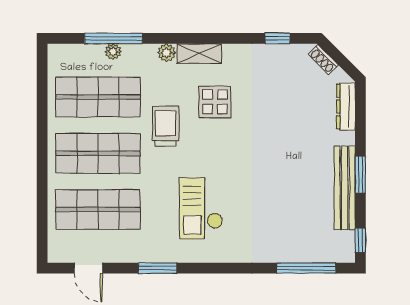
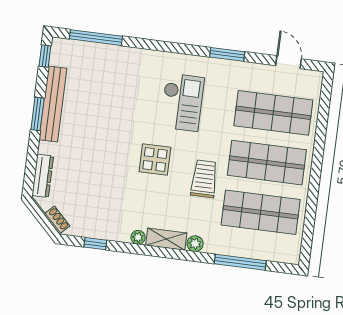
plant: (113, 52) -> (138, 237), moved
display table: (215, 102) -> (155, 160), moved
trolley: (166, 126) -> (204, 179), turned 180

